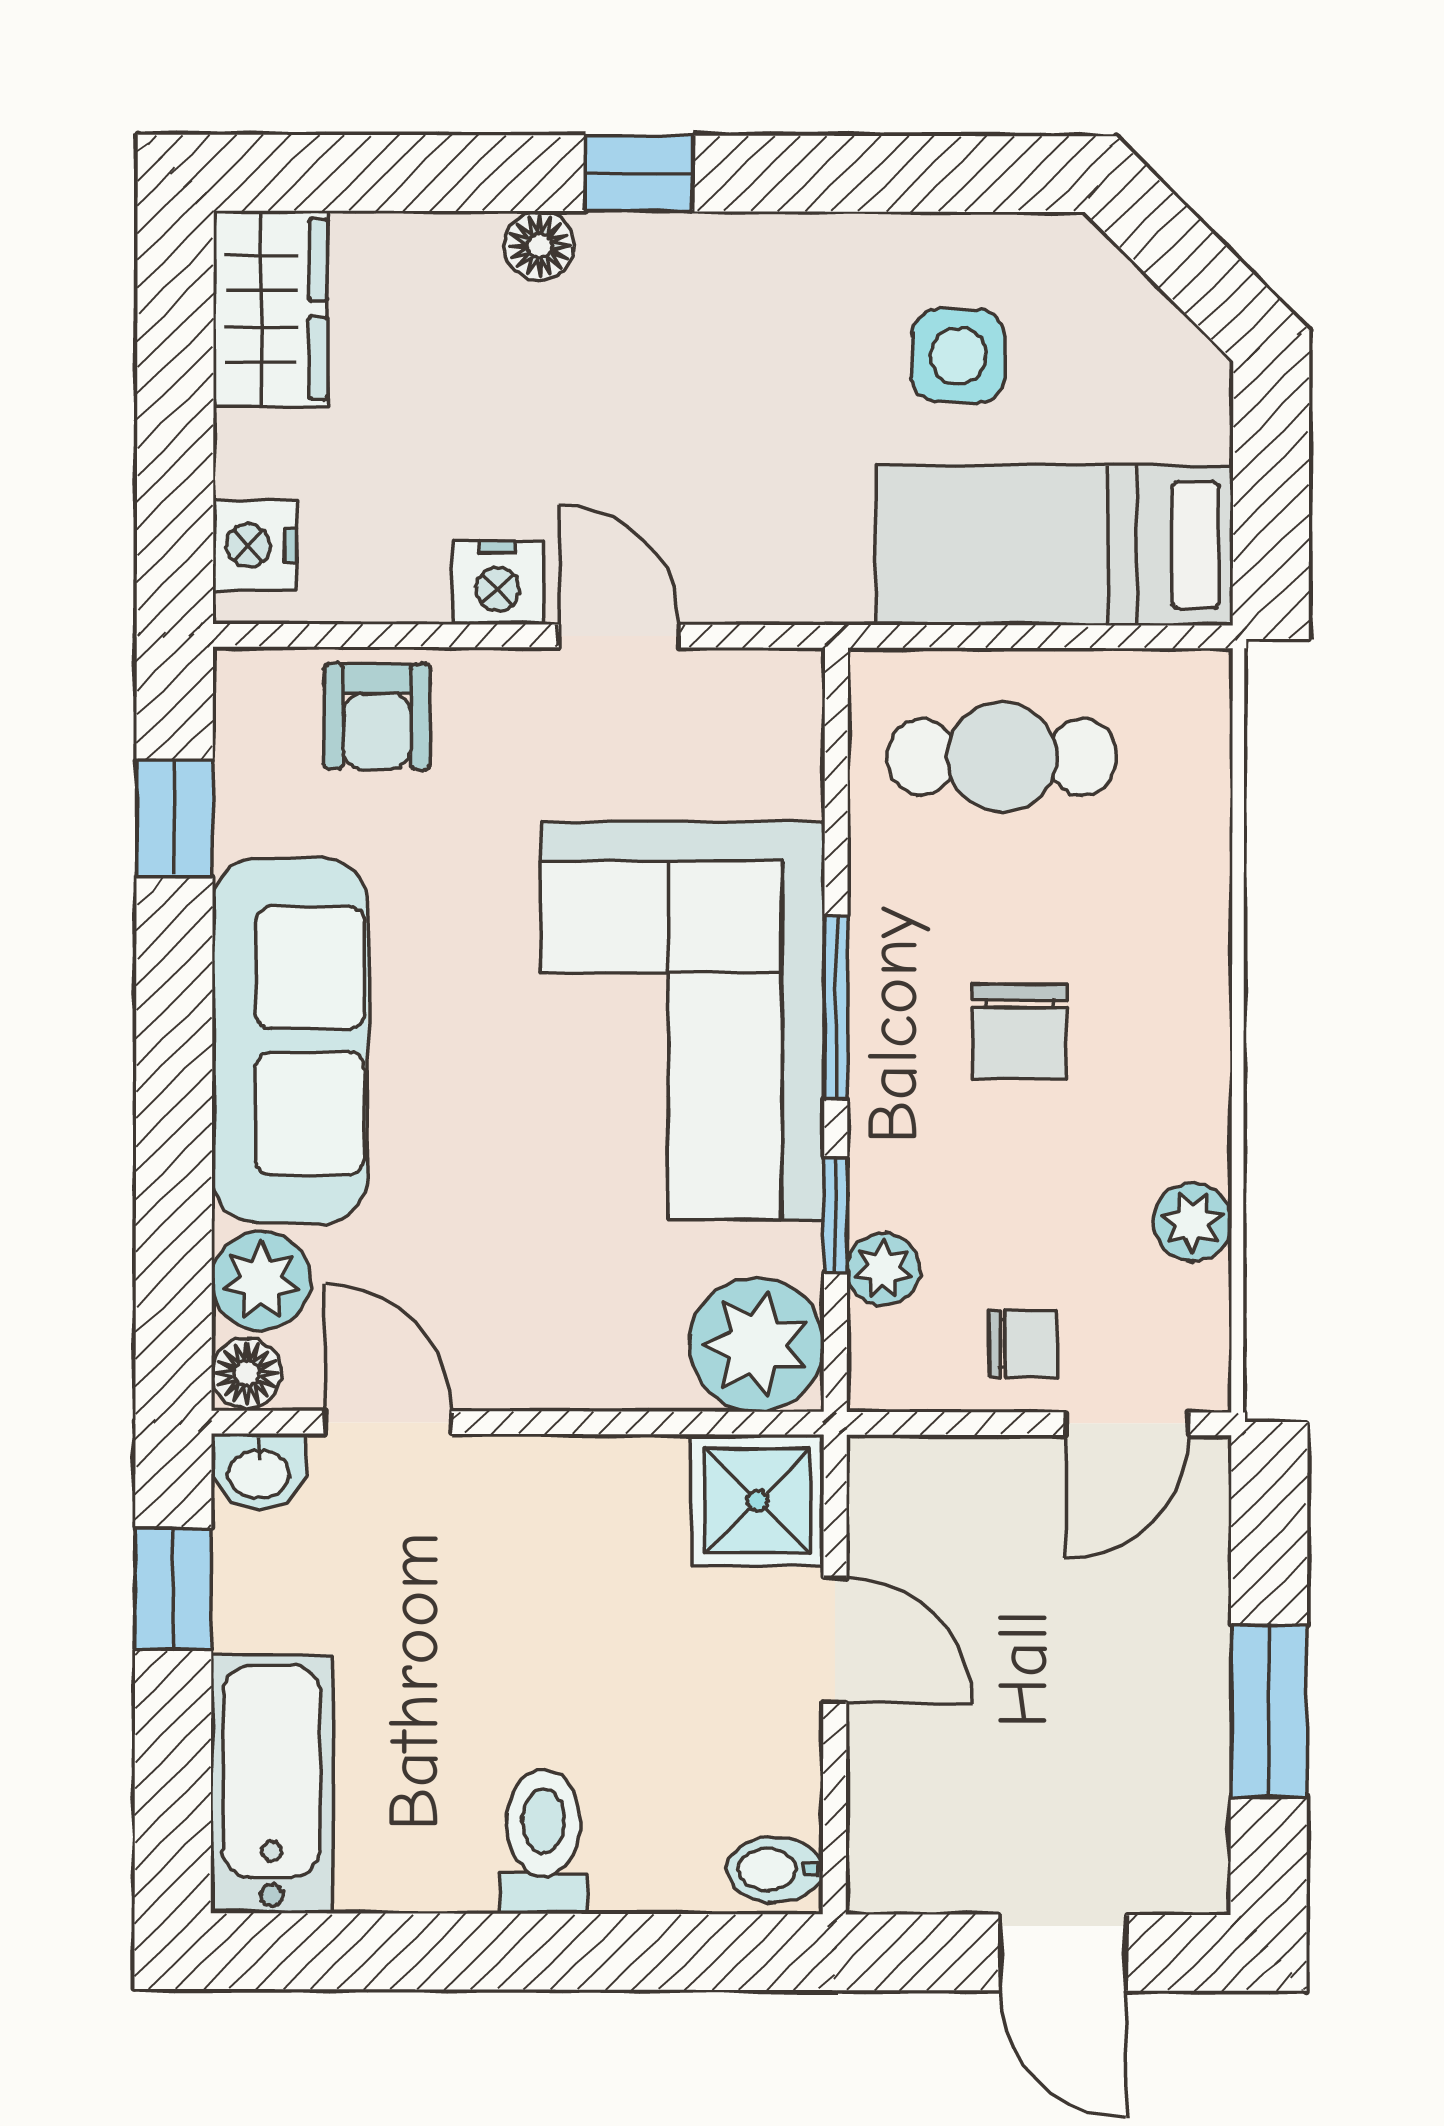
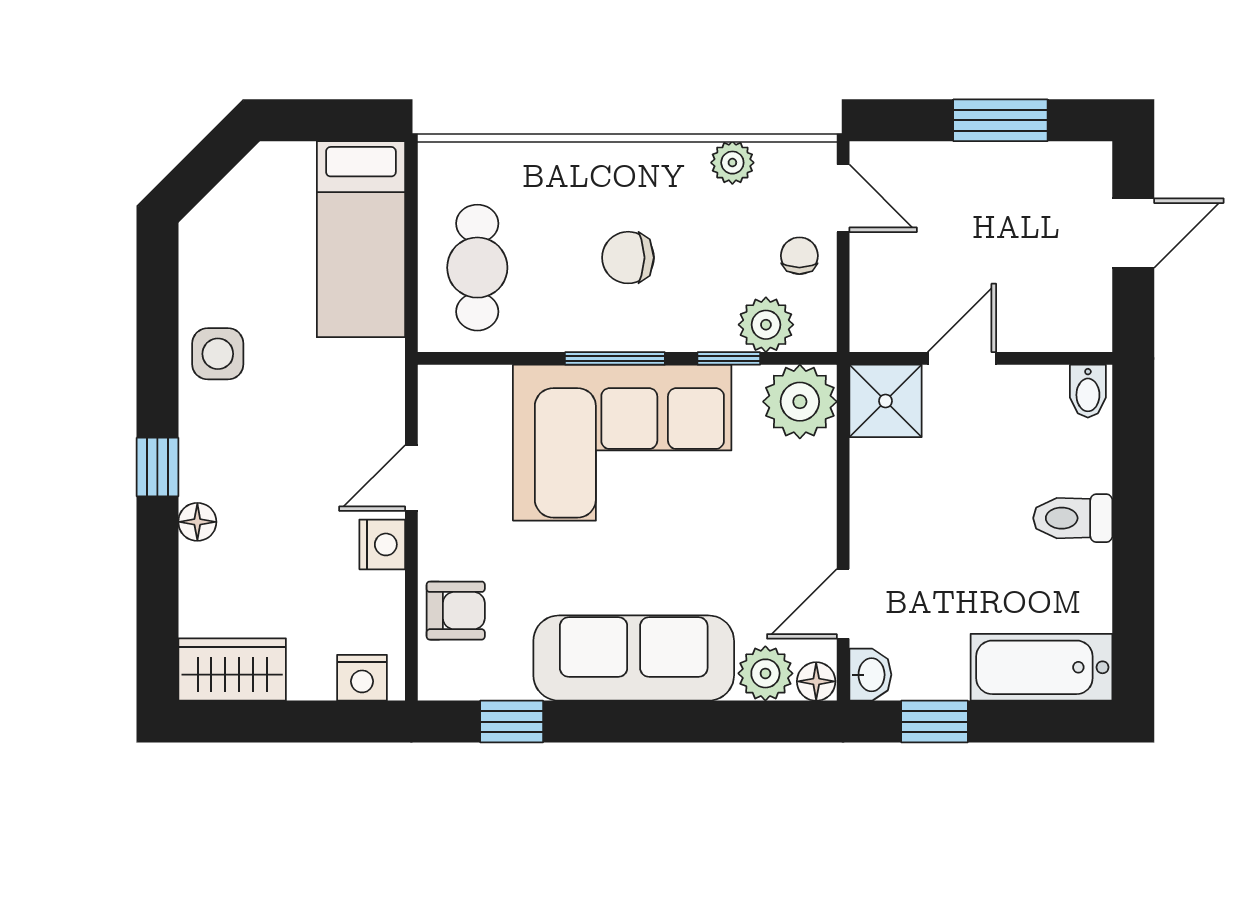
side table: (958, 356) -> (218, 354), moved
chair: (1020, 1032) -> (628, 258), turned 180
plant: (883, 1269) -> (766, 325), width x1.38, depth x1.38

